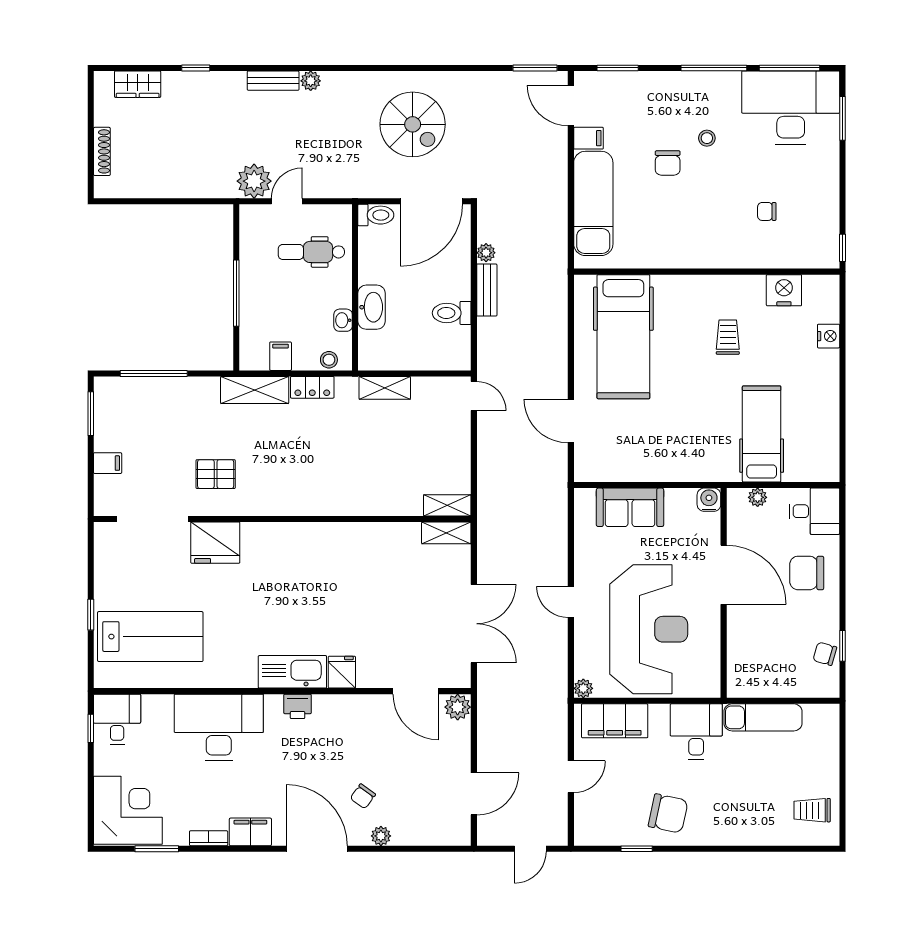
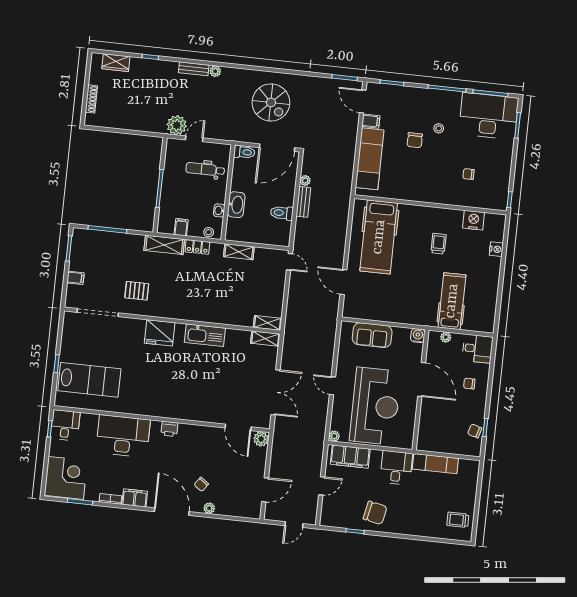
fridge: (215, 543) -> (160, 333), moved
chair: (807, 573) -> (469, 384), width x0.54, depth x0.54
kitchen sink: (292, 672) -> (205, 335), moved, turned 180
fridge: (342, 672) -> (197, 412), removed

